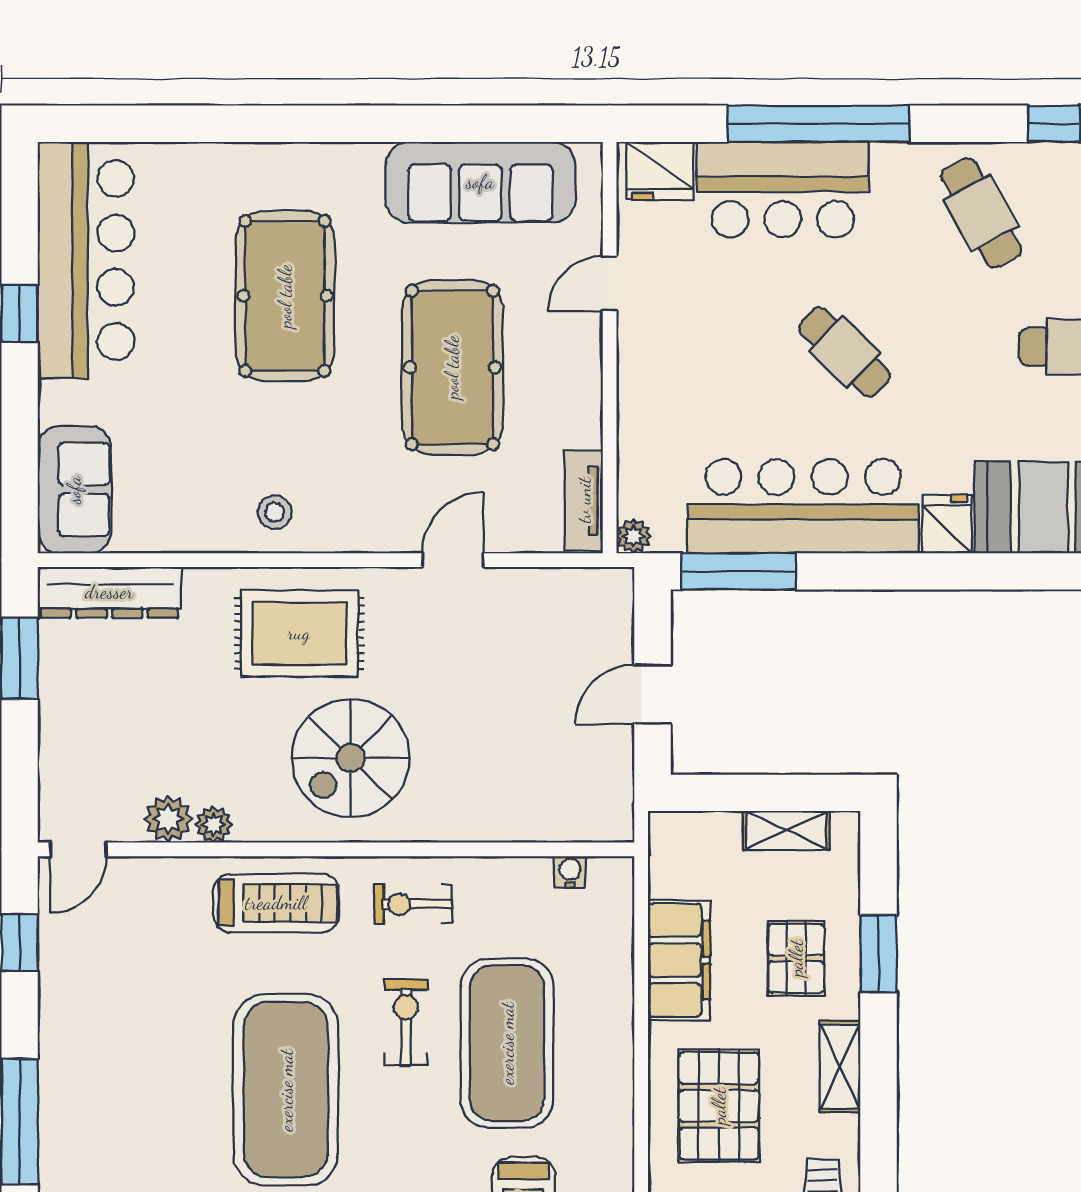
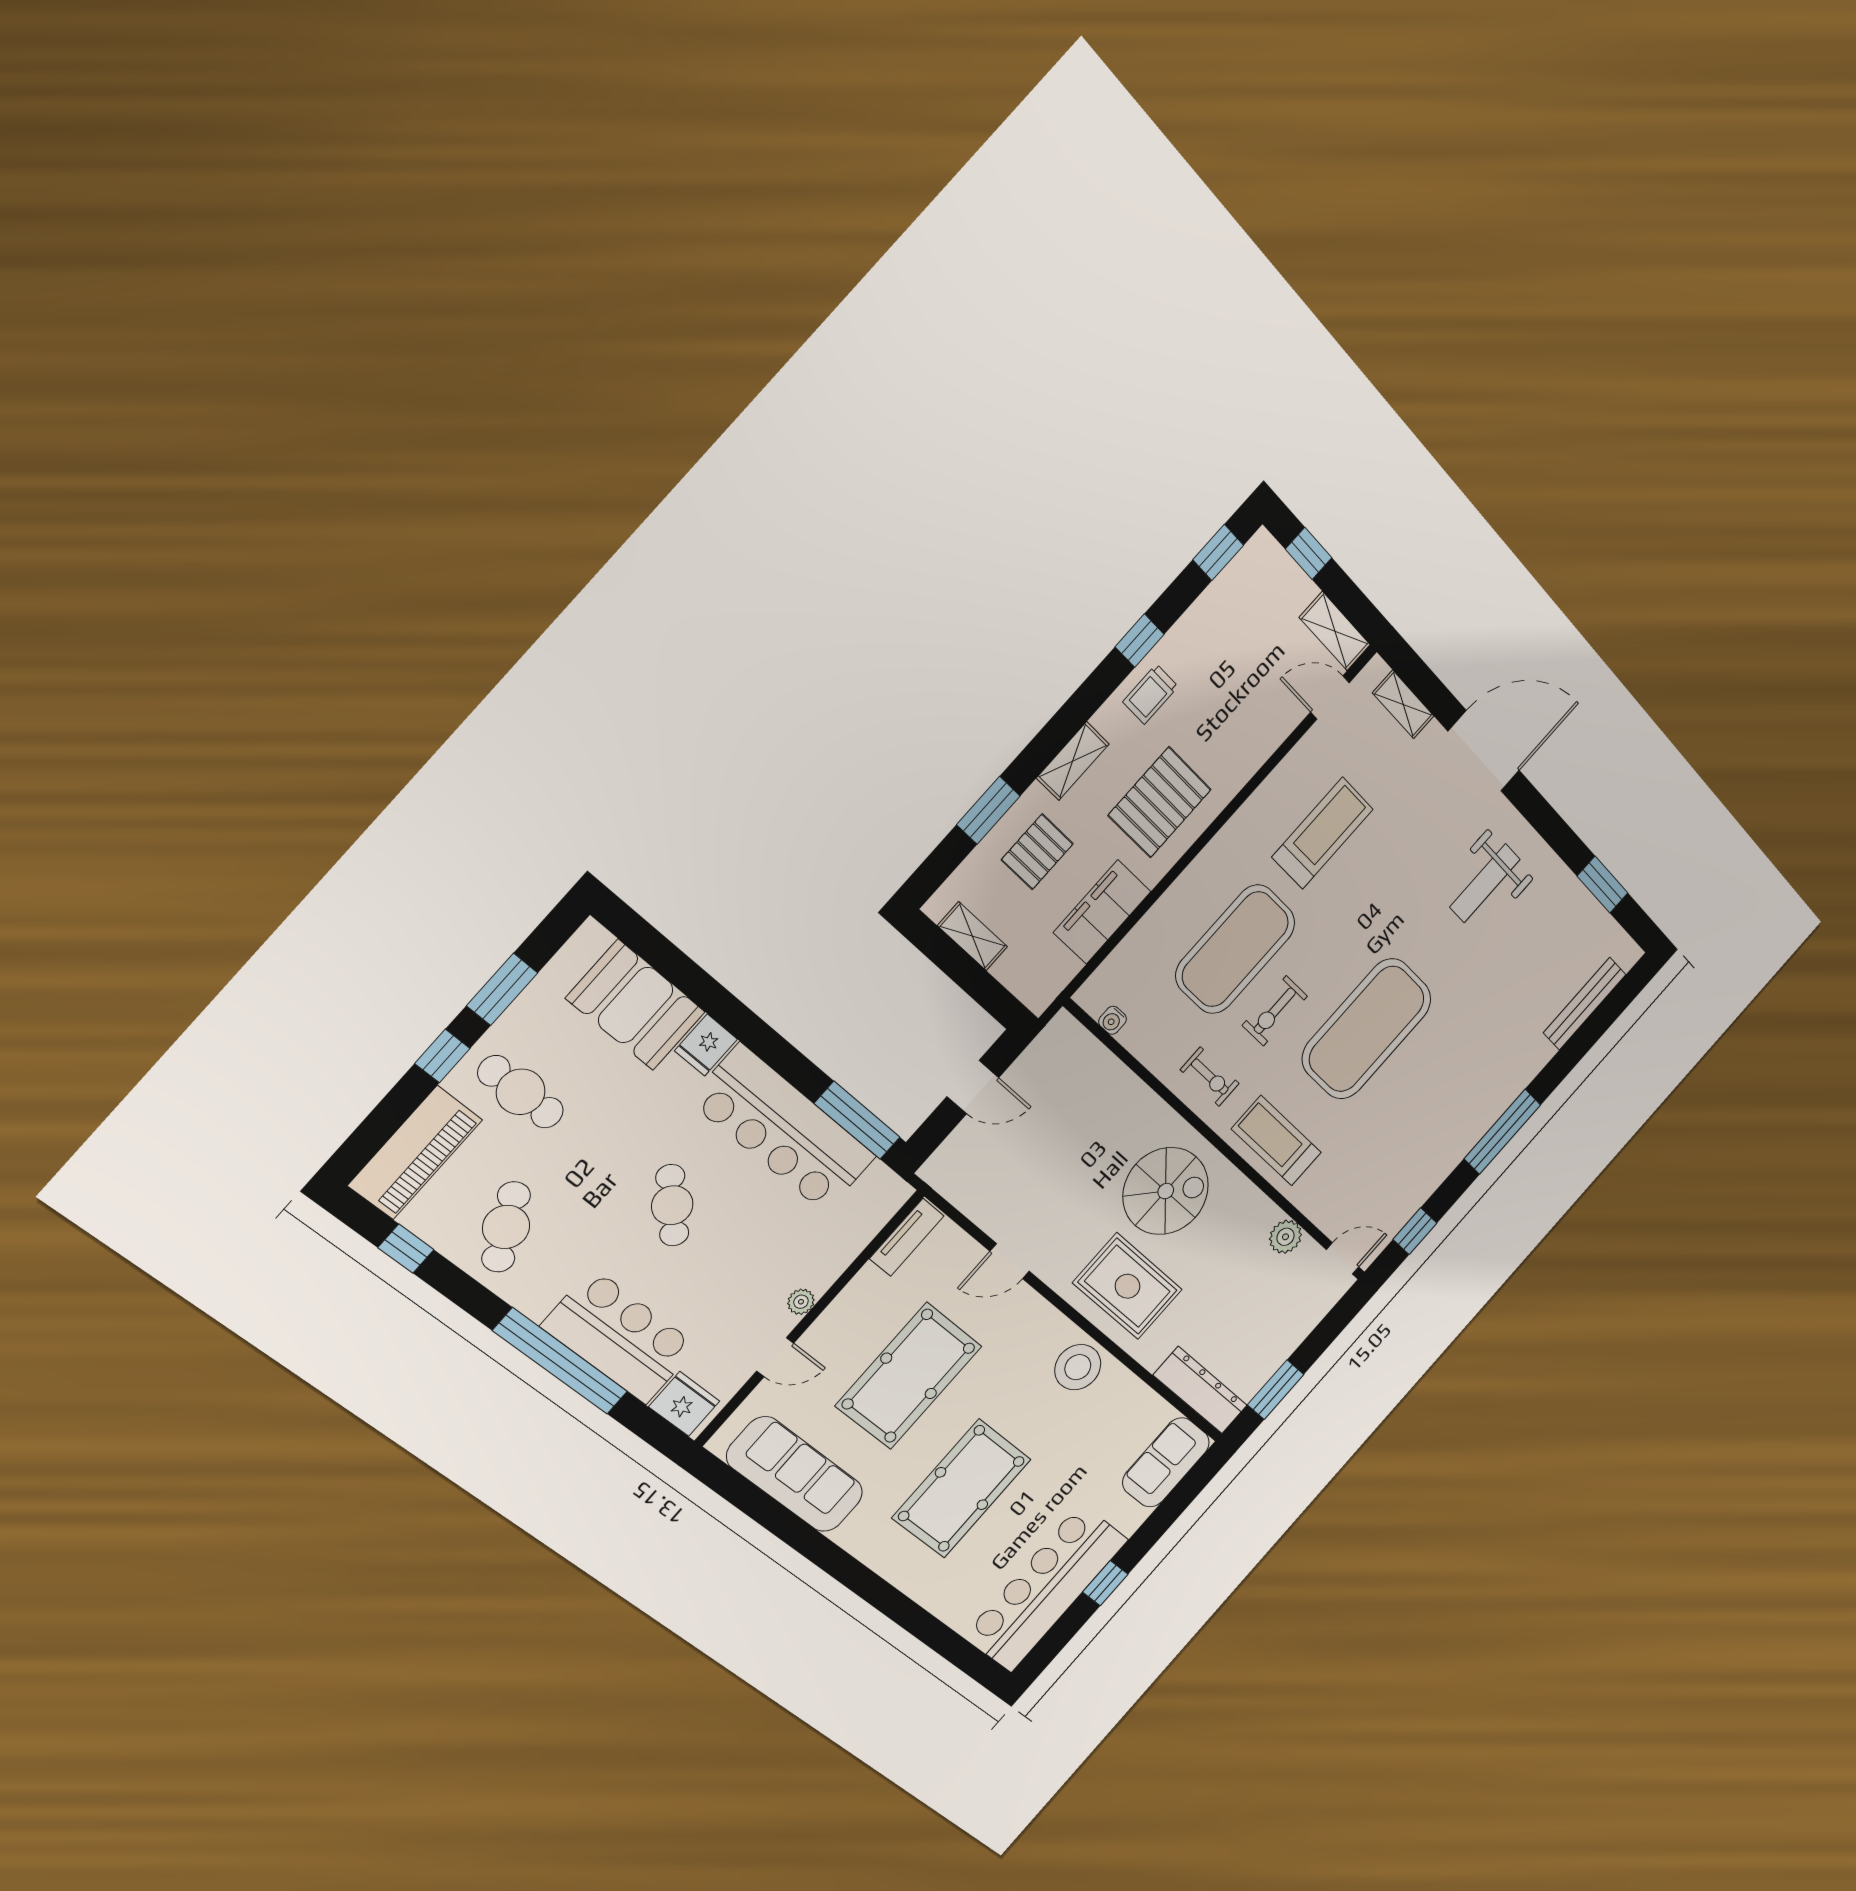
stool: (275, 512) -> (1078, 1367), width x1.89, depth x1.89
plant: (633, 536) -> (801, 1302), moved
plant: (214, 824) -> (1267, 1214), removed

